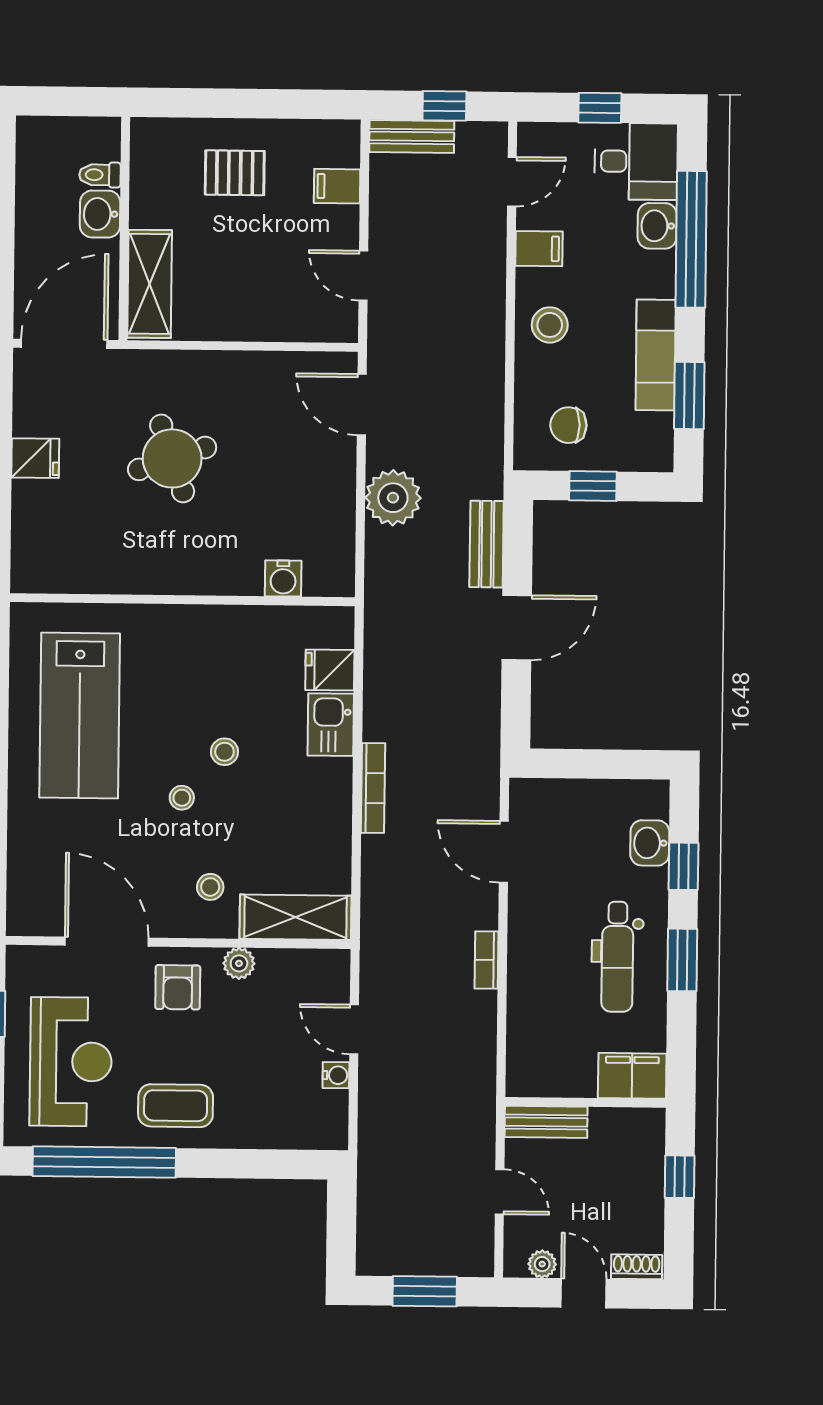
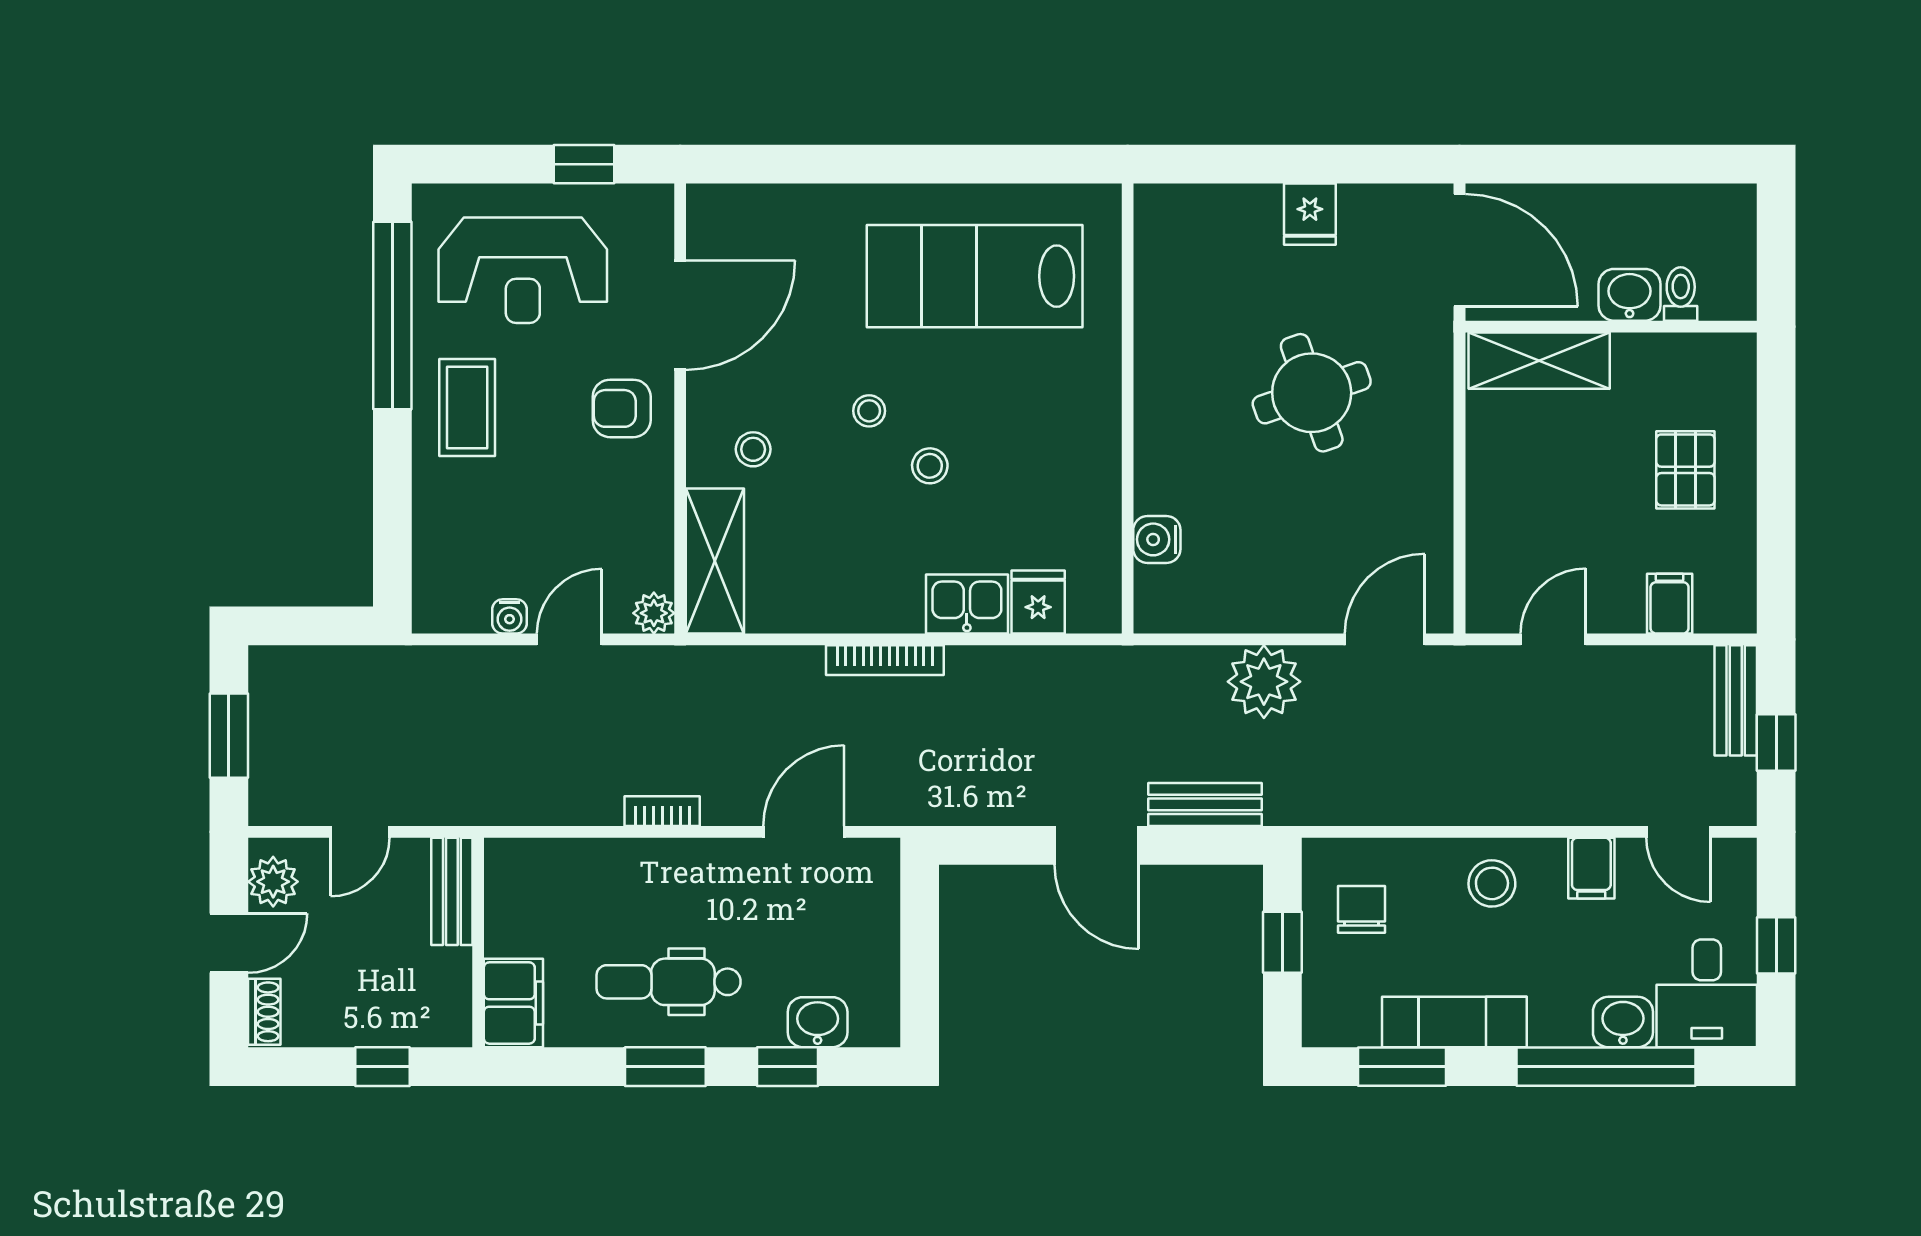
plant: (239, 963) -> (654, 613), moved
plant: (542, 1264) -> (273, 882), width x1.38, depth x1.38

